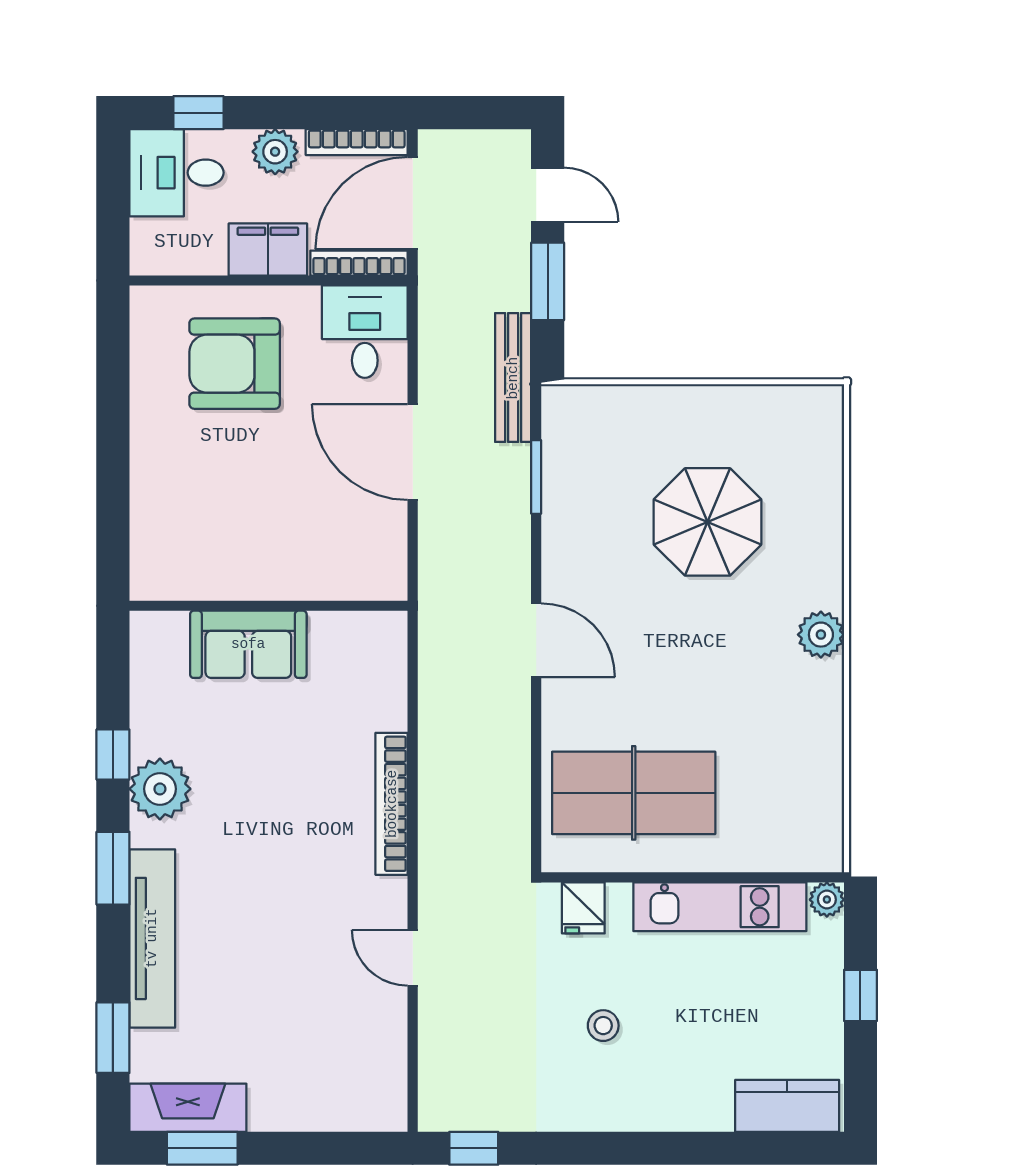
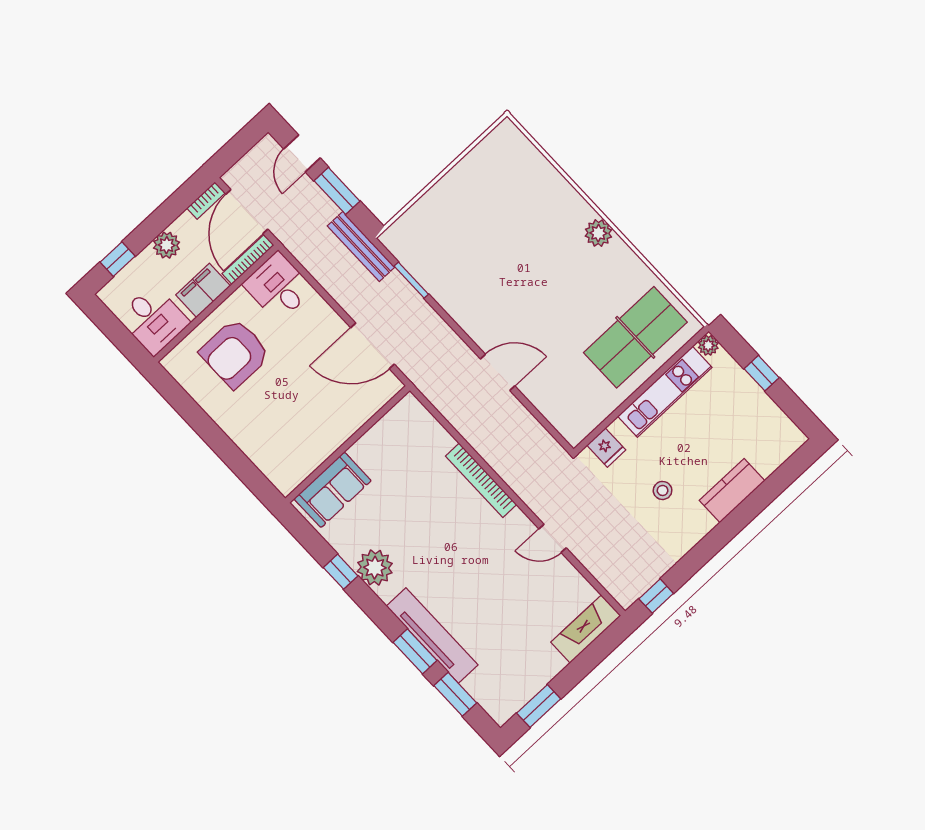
bookcase: (357, 142) -> (206, 200), width x0.64
desk: (176, 173) -> (154, 320), moved, turned -90
door: (548, 195) -> (302, 153), swing flipped
door: (413, 452) -> (372, 346), moved
parasol: (708, 522) -> (504, 230), removed
door: (536, 640) -> (498, 372), moved
sofa: (248, 644) -> (333, 490), moved
table tennis table: (634, 793) -> (635, 337), moved
window: (113, 868) -> (415, 651), moved
kitchen counter: (787, 1106) -> (732, 491), moved
fireplace: (188, 1108) -> (586, 629), moved

